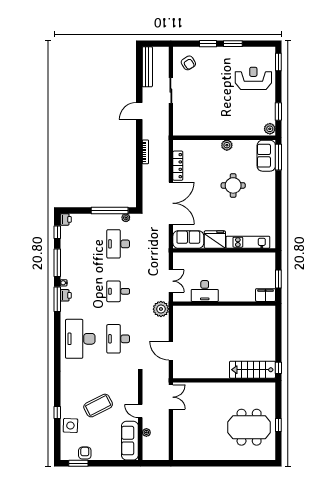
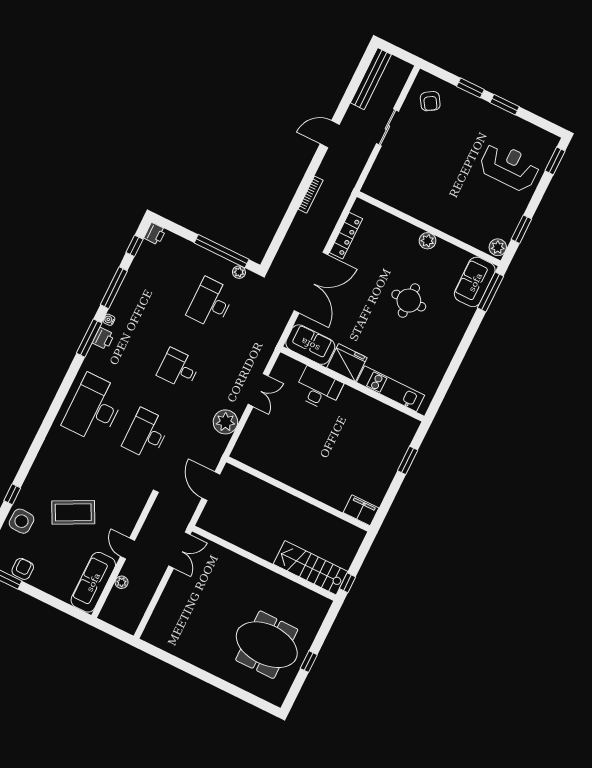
desk: (205, 291) -> (318, 389), moved, turned 180
filing cabinet: (266, 295) -> (361, 510), moved
wall: (224, 304) -> (298, 494), moved

